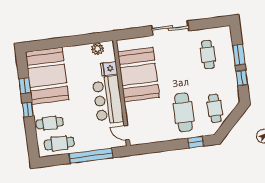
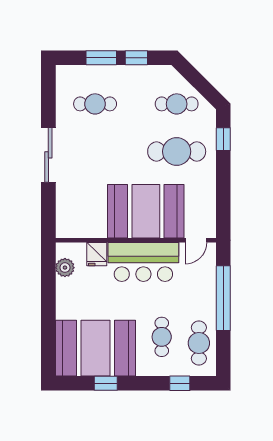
booth: (139, 75) -> (146, 211), moved
window: (28, 109) -> (180, 383), moved
cafe table: (50, 123) -> (162, 337), moved

